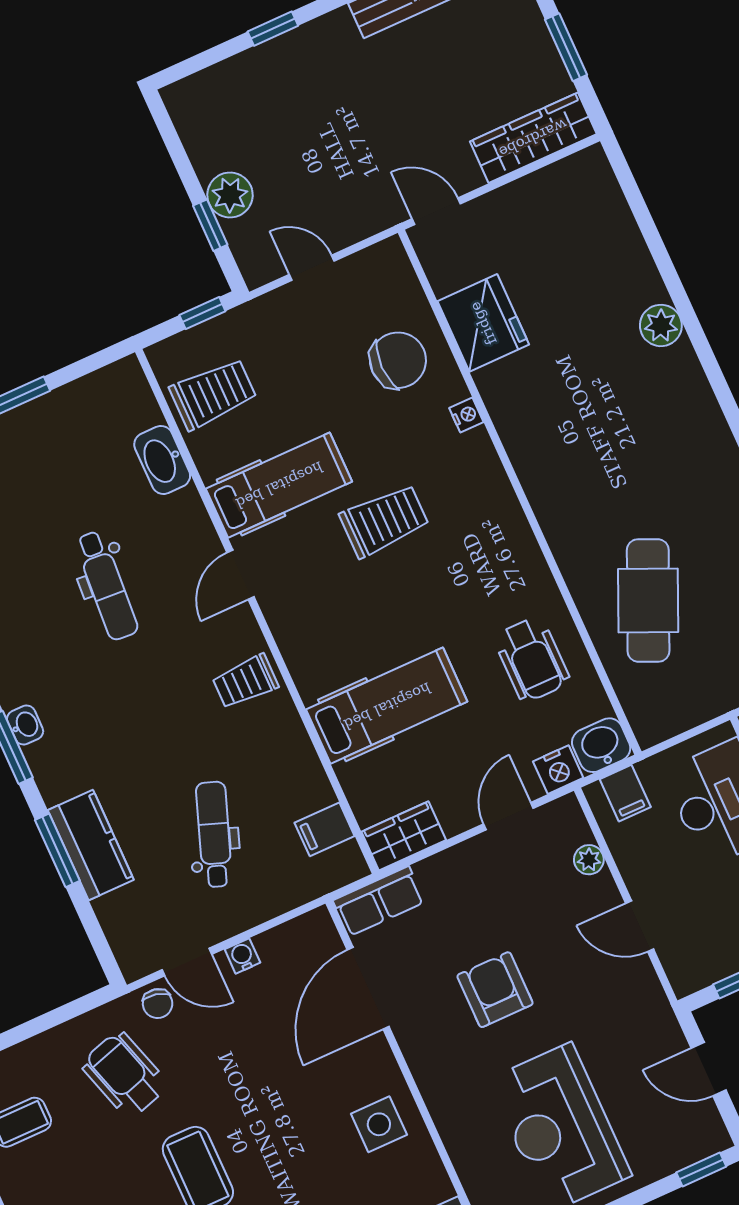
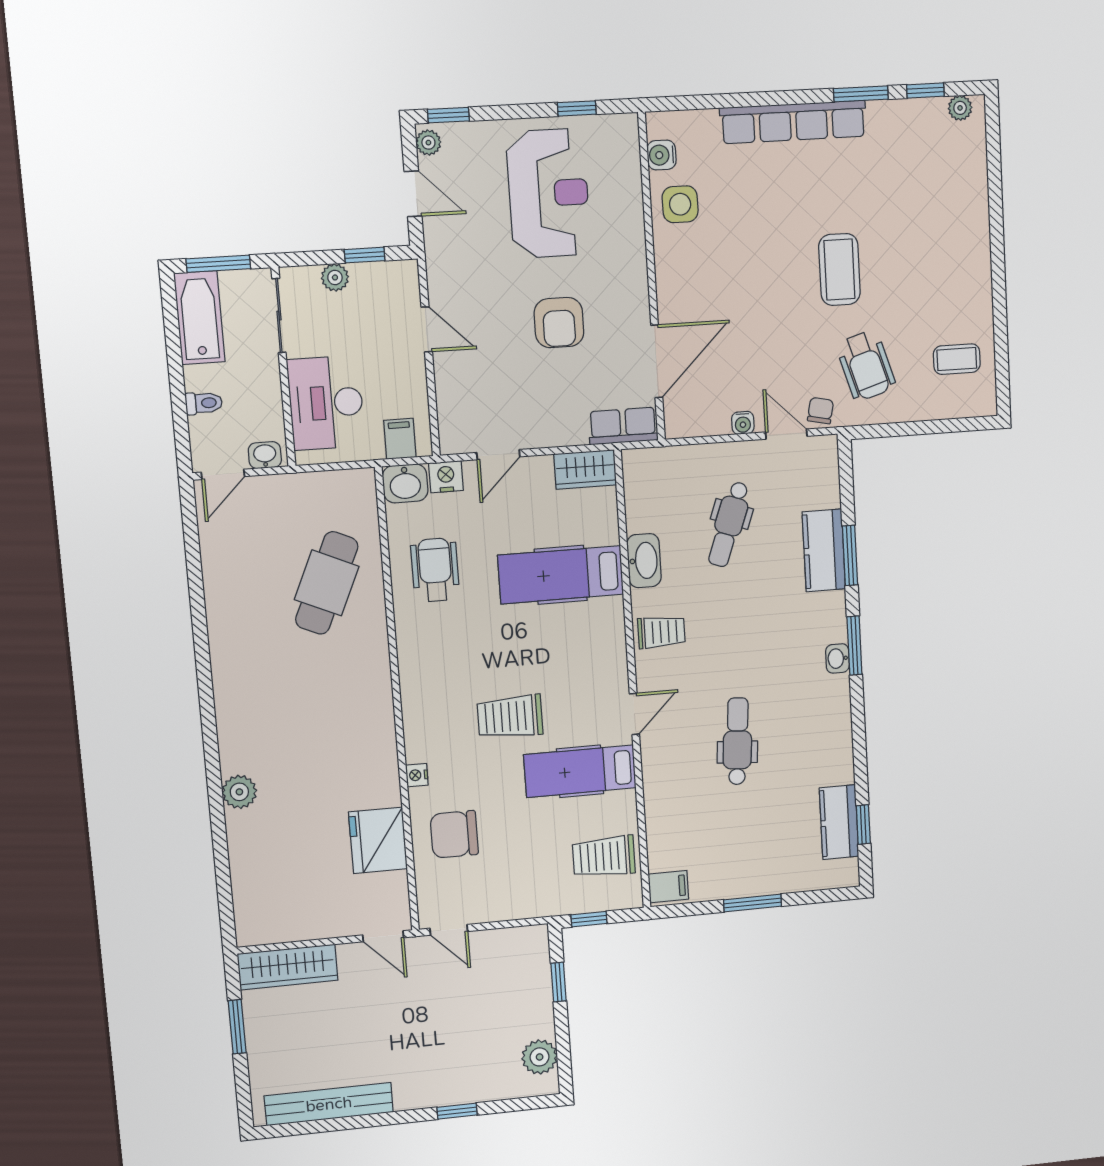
plant: (230, 195) -> (540, 1057), moved
door: (312, 268) -> (449, 930), moved
washbasin: (162, 460) -> (644, 561), moved
filing cabinet: (325, 829) -> (668, 887), moved
plant: (589, 860) -> (428, 143), moved
side table: (379, 1124) -> (680, 204), moved

